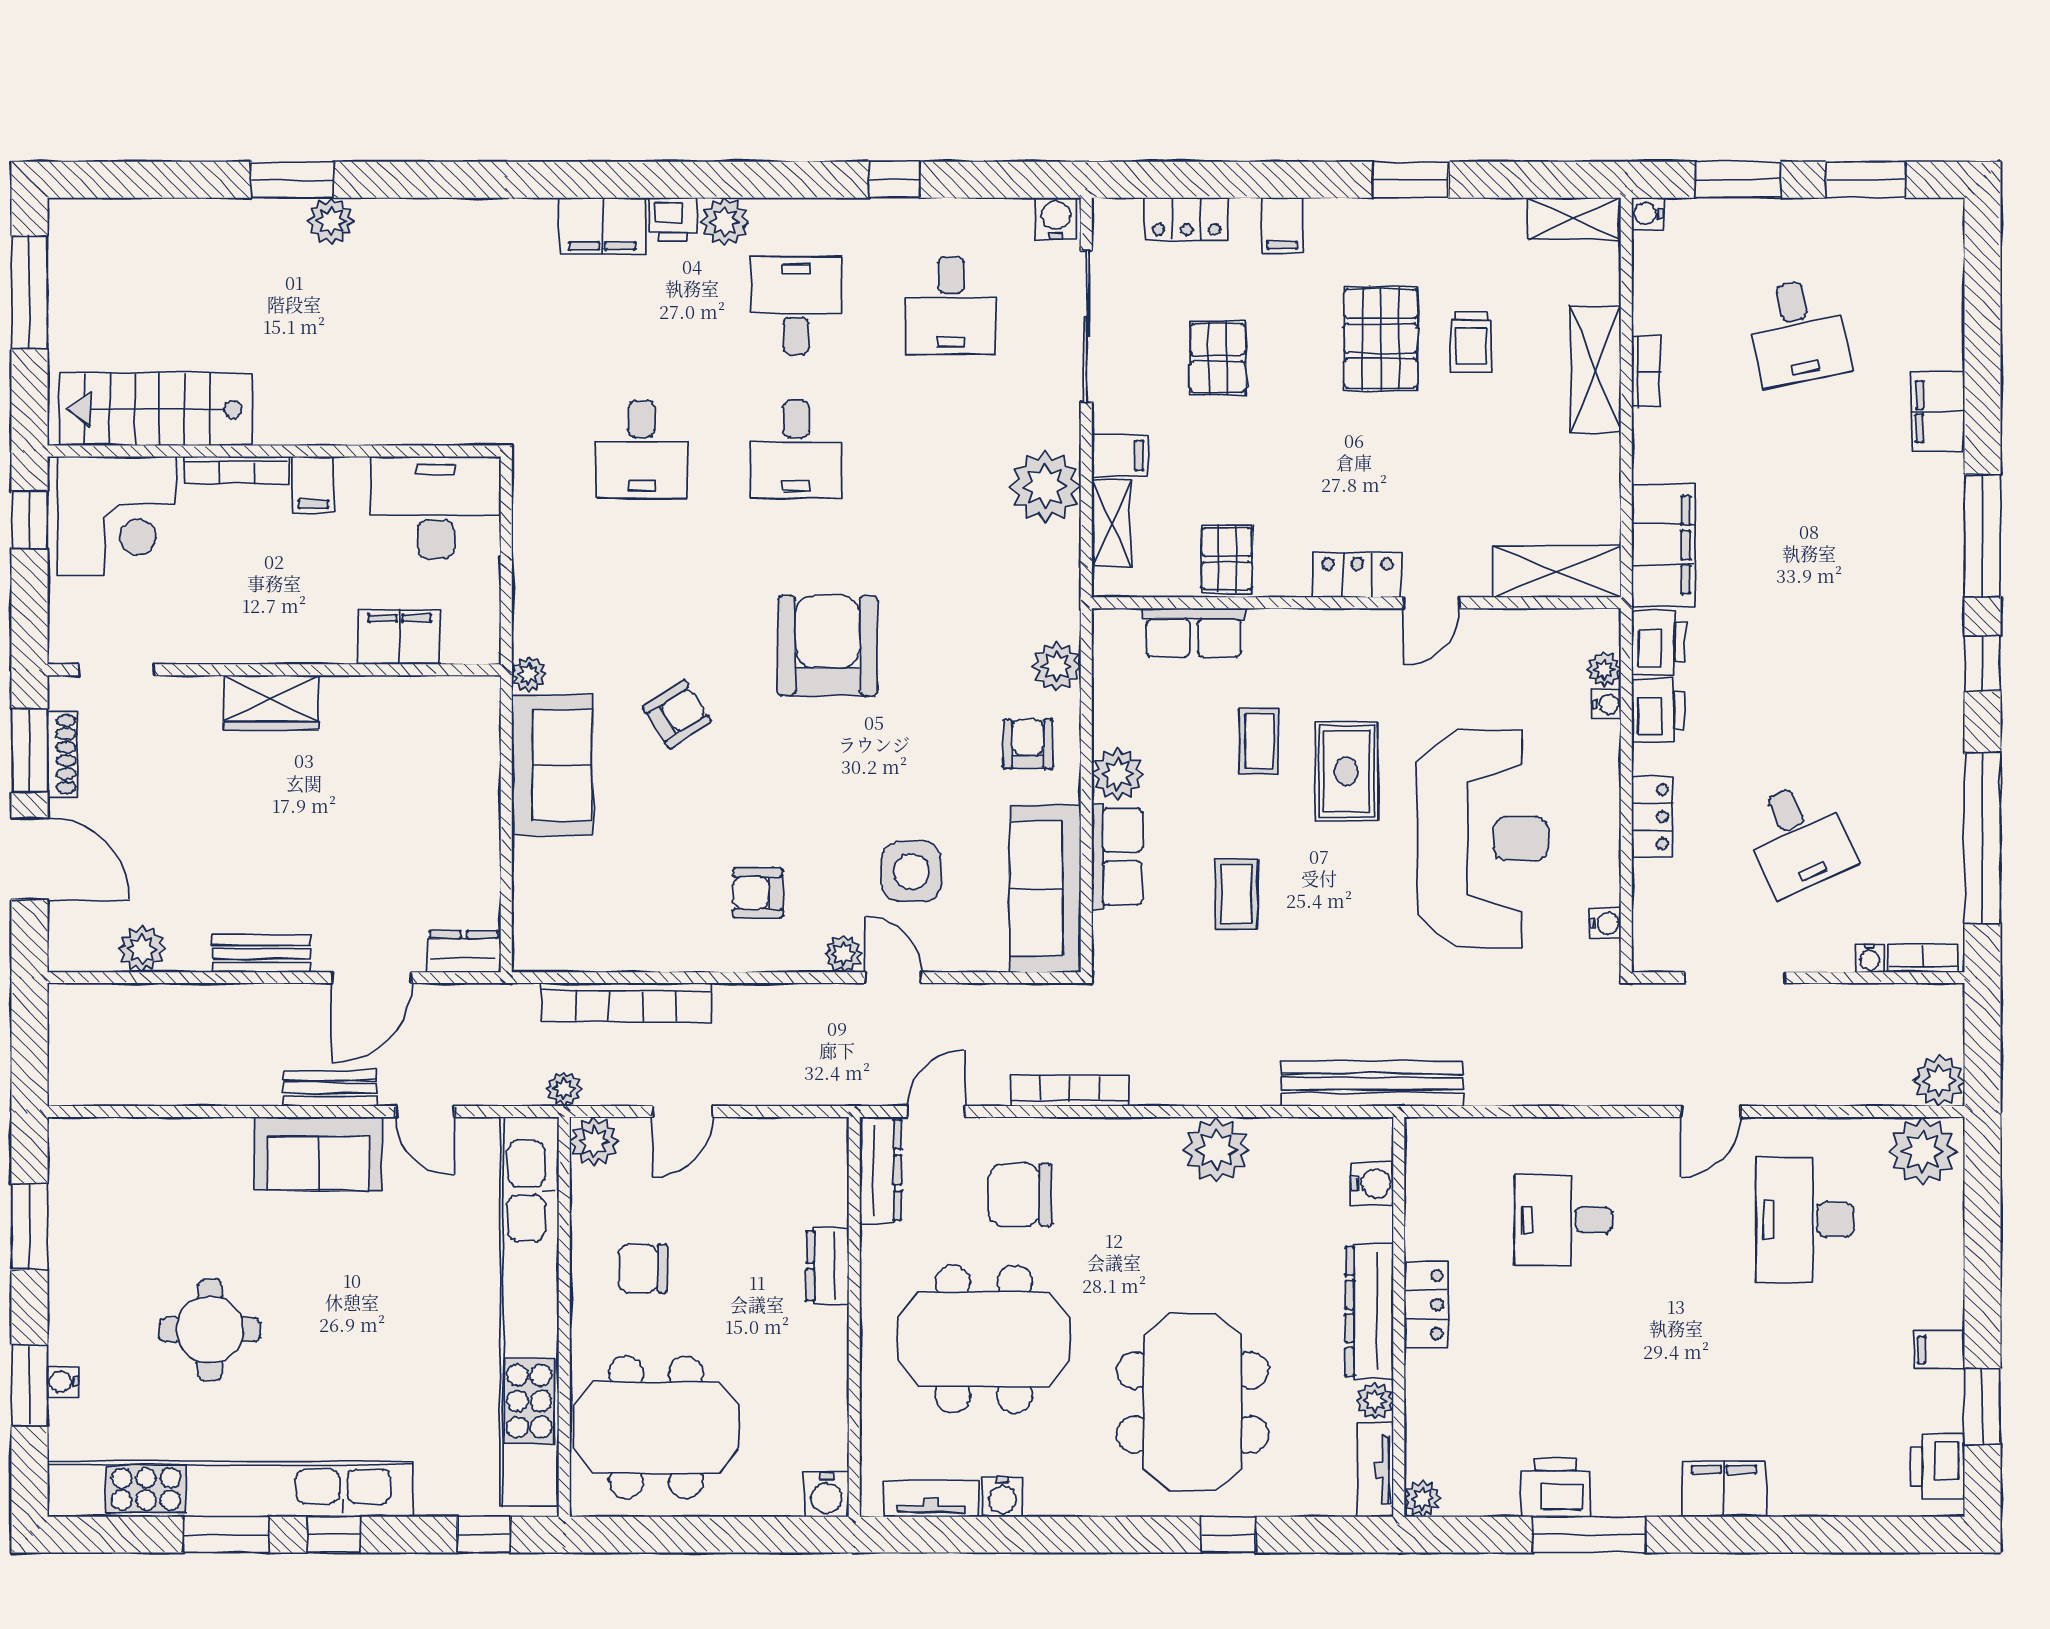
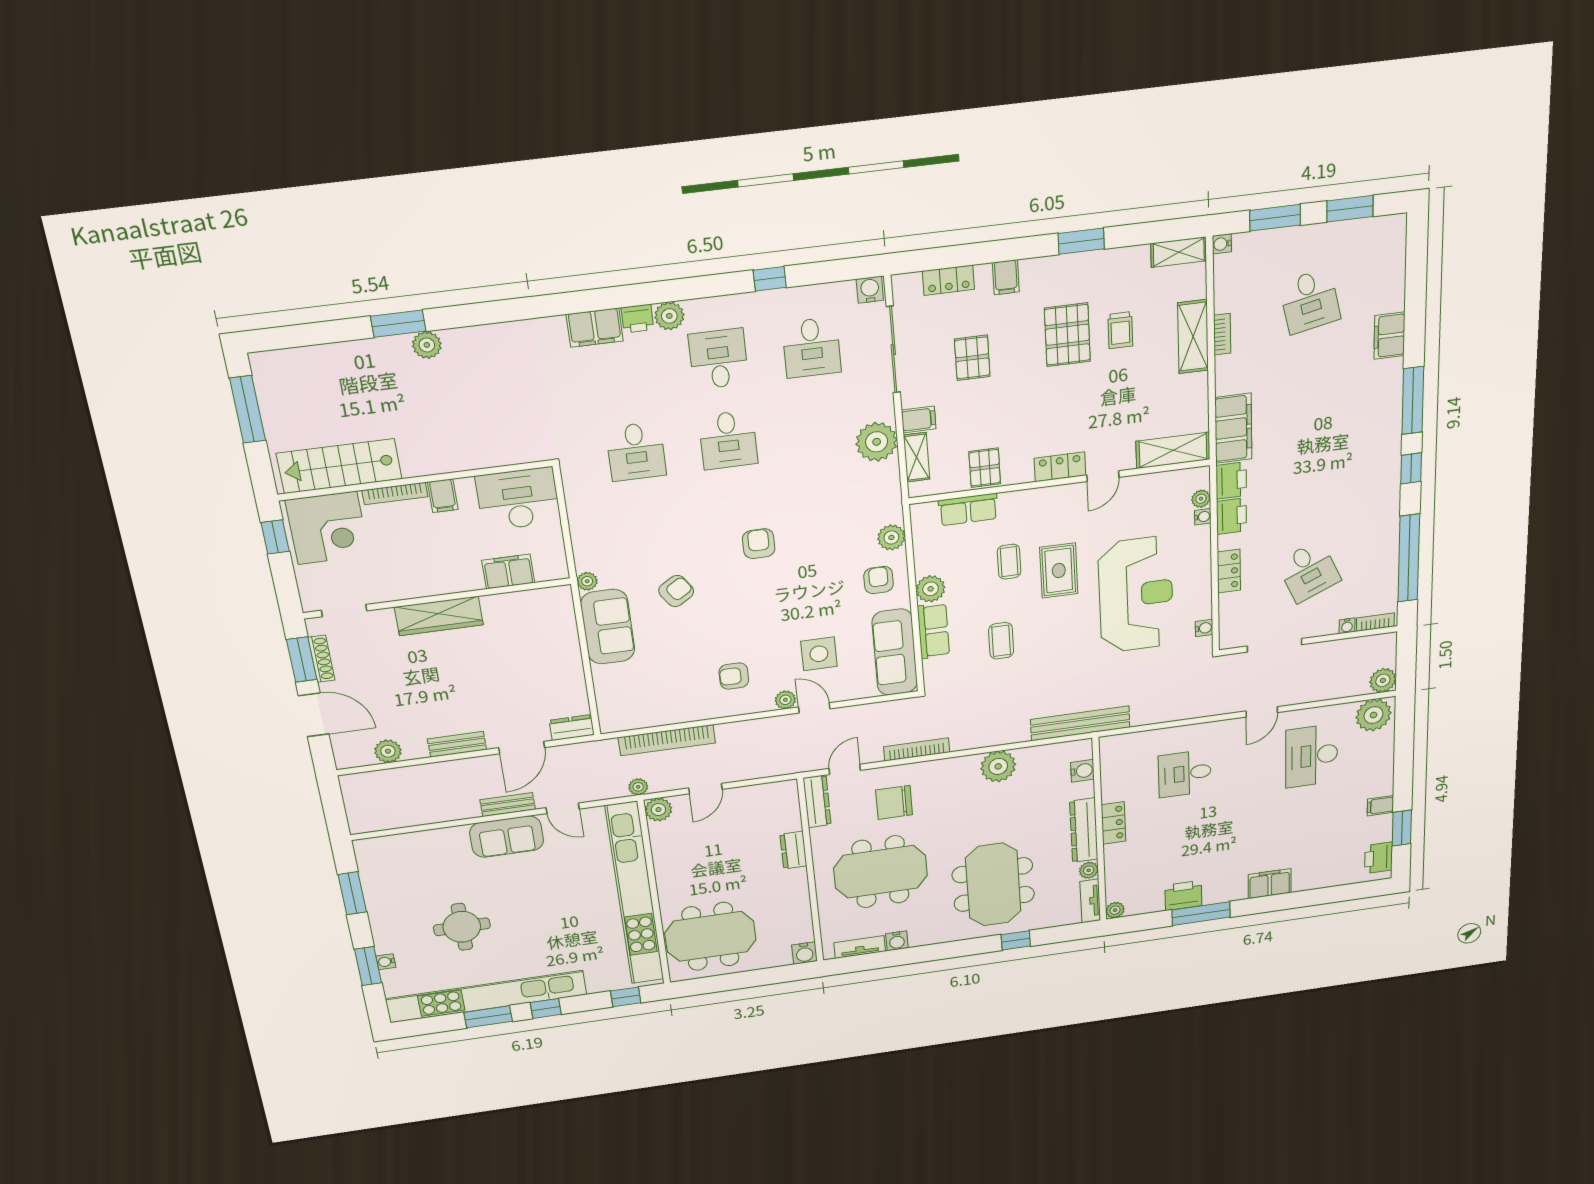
armchair: (828, 646) -> (759, 544), width x0.53, depth x0.53
wardrobe: (271, 703) -> (439, 616), width x1.50
chair: (643, 1269) -> (694, 865), removed

